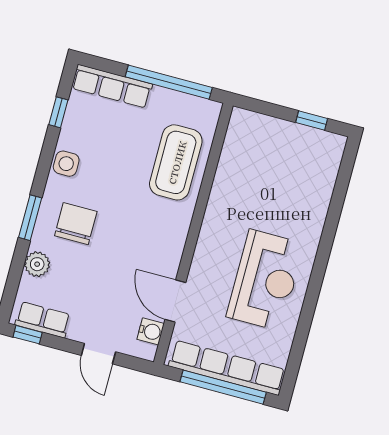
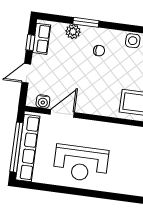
window: (30, 218) -> (86, 22), moved
chair: (76, 224) -> (99, 51), width x0.54, depth x0.54
window: (28, 335) -> (30, 43), moved

